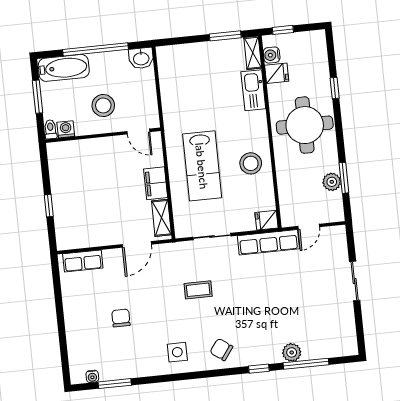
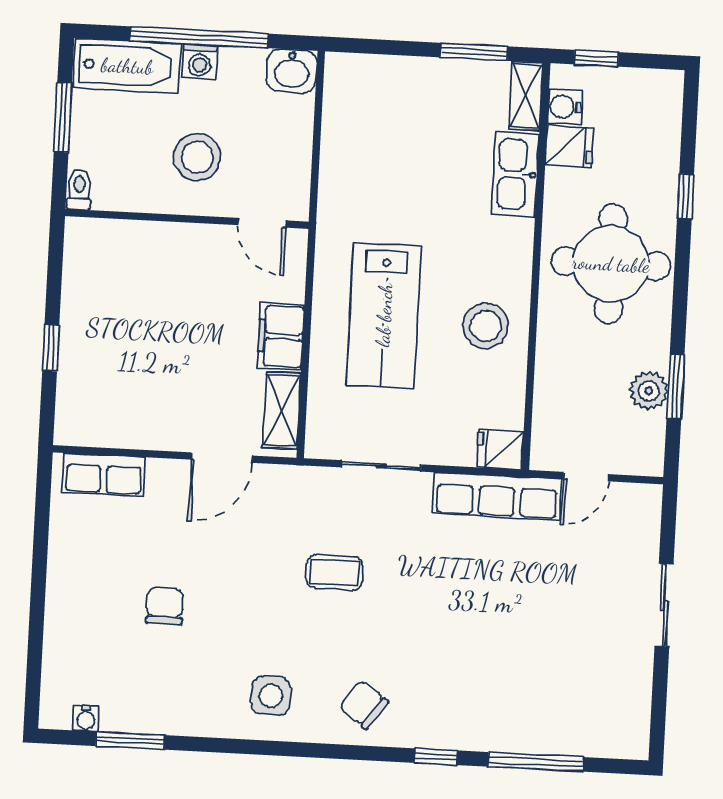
washing machine: (66, 129) -> (200, 62), moved, turned 180
plant: (292, 352) -> (509, 734), removed

